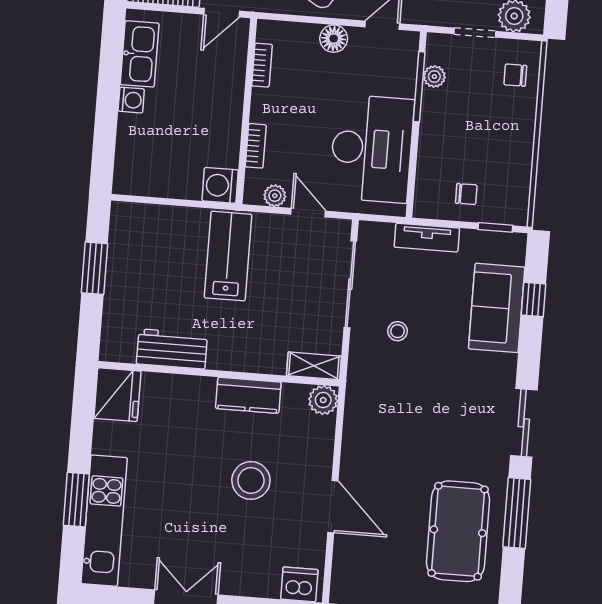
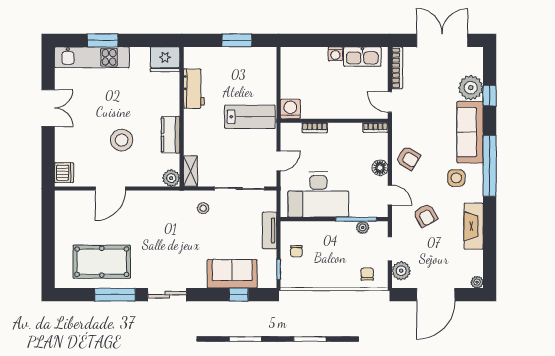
bookcase: (262, 65) -> (375, 128), moved
plant: (275, 196) -> (287, 141), removed
stool: (398, 331) -> (203, 208), moved

